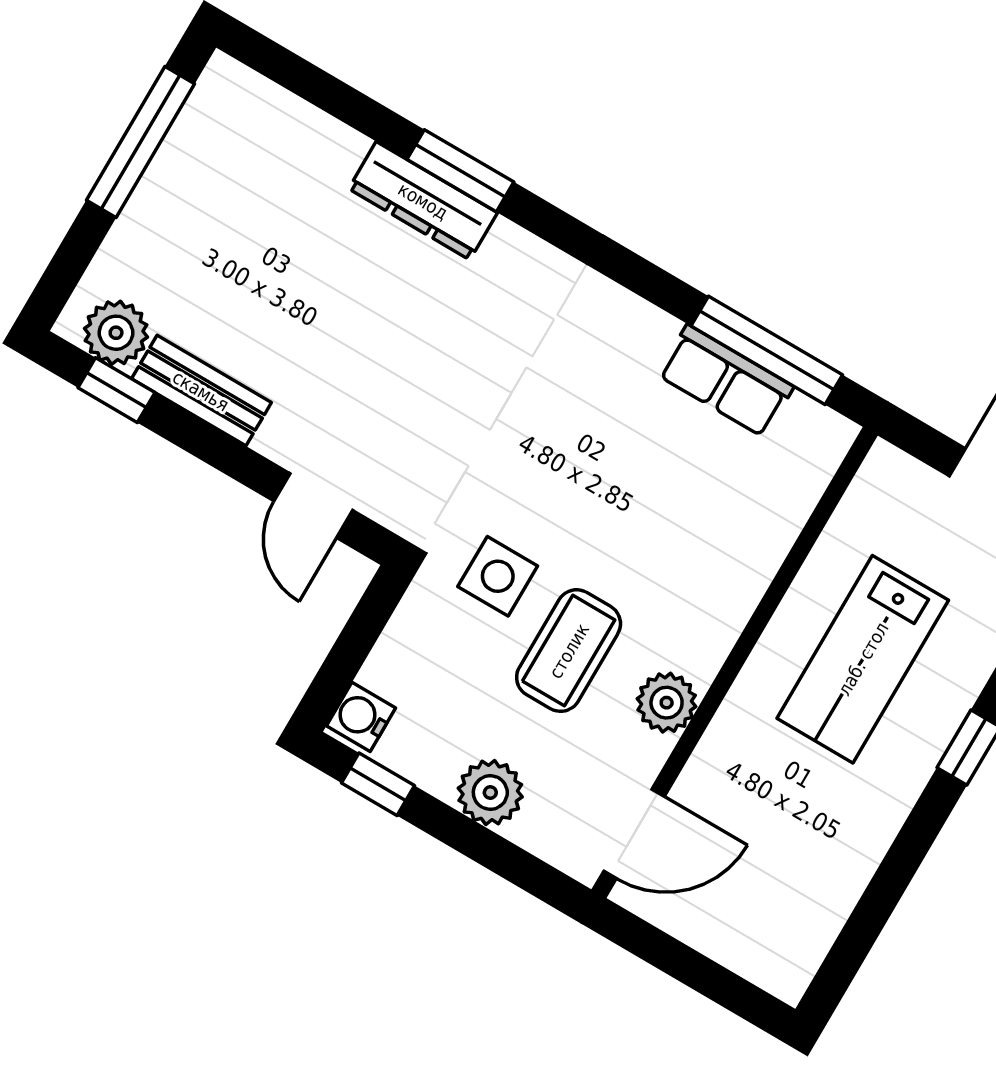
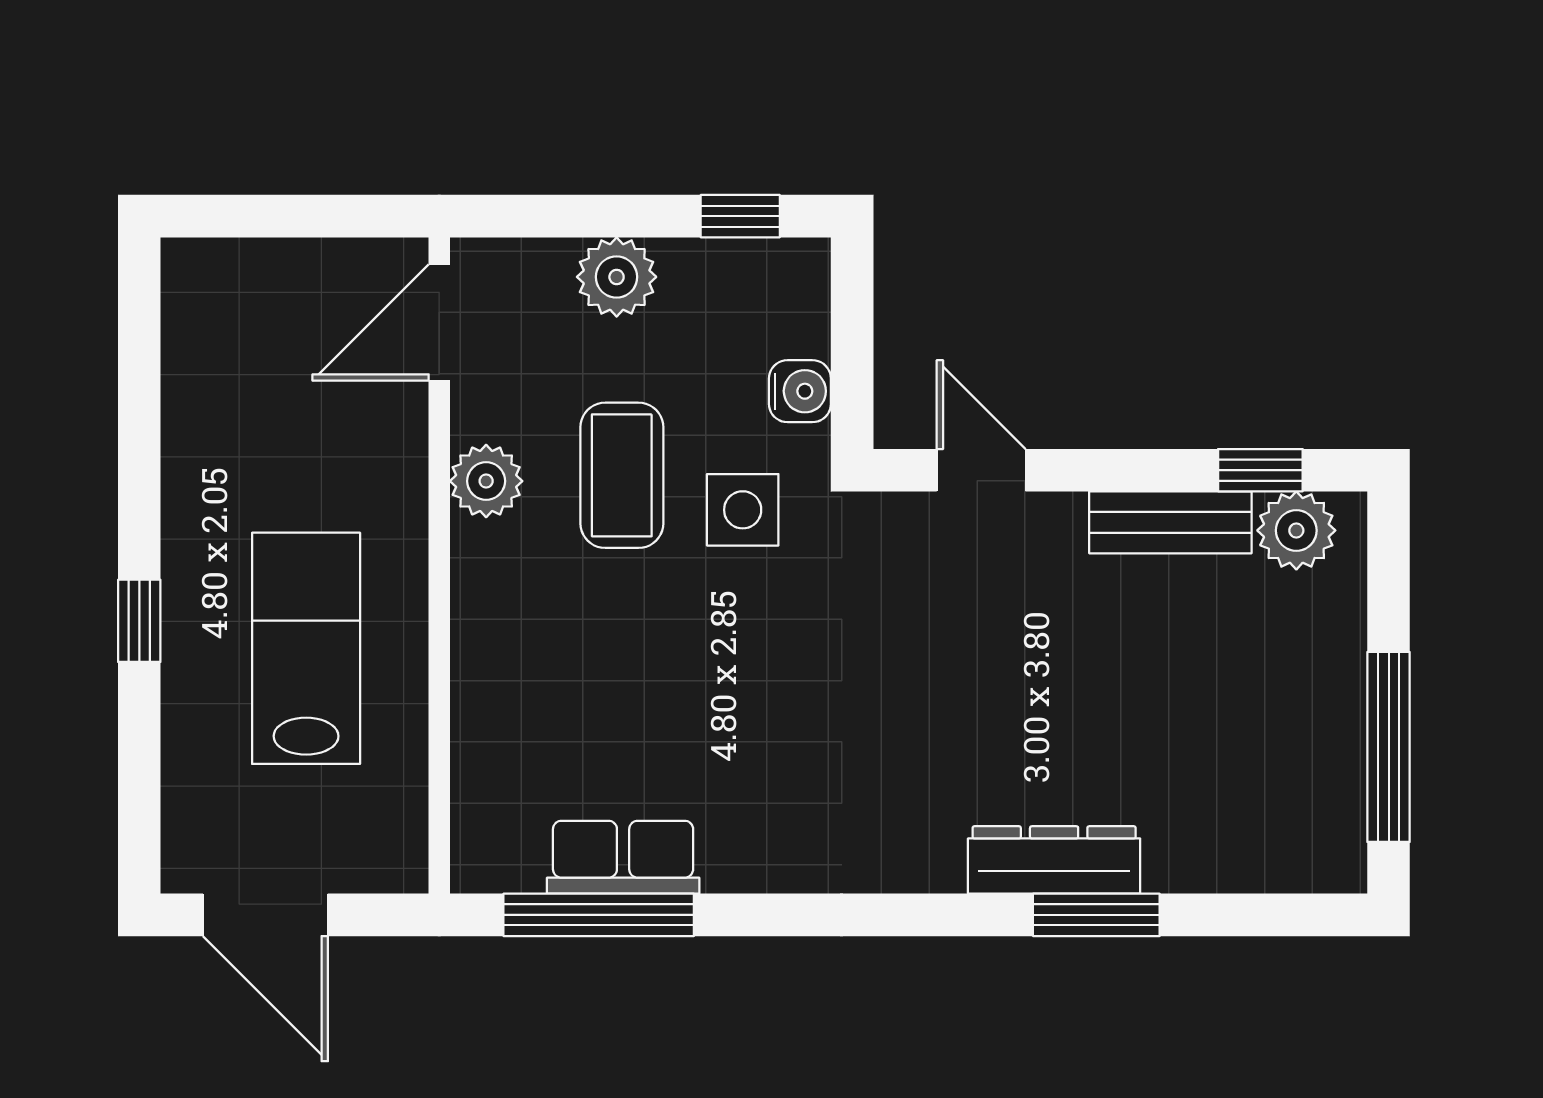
window: (460, 171) -> (1096, 915), moved
water cooler: (361, 717) -> (800, 391), moved

